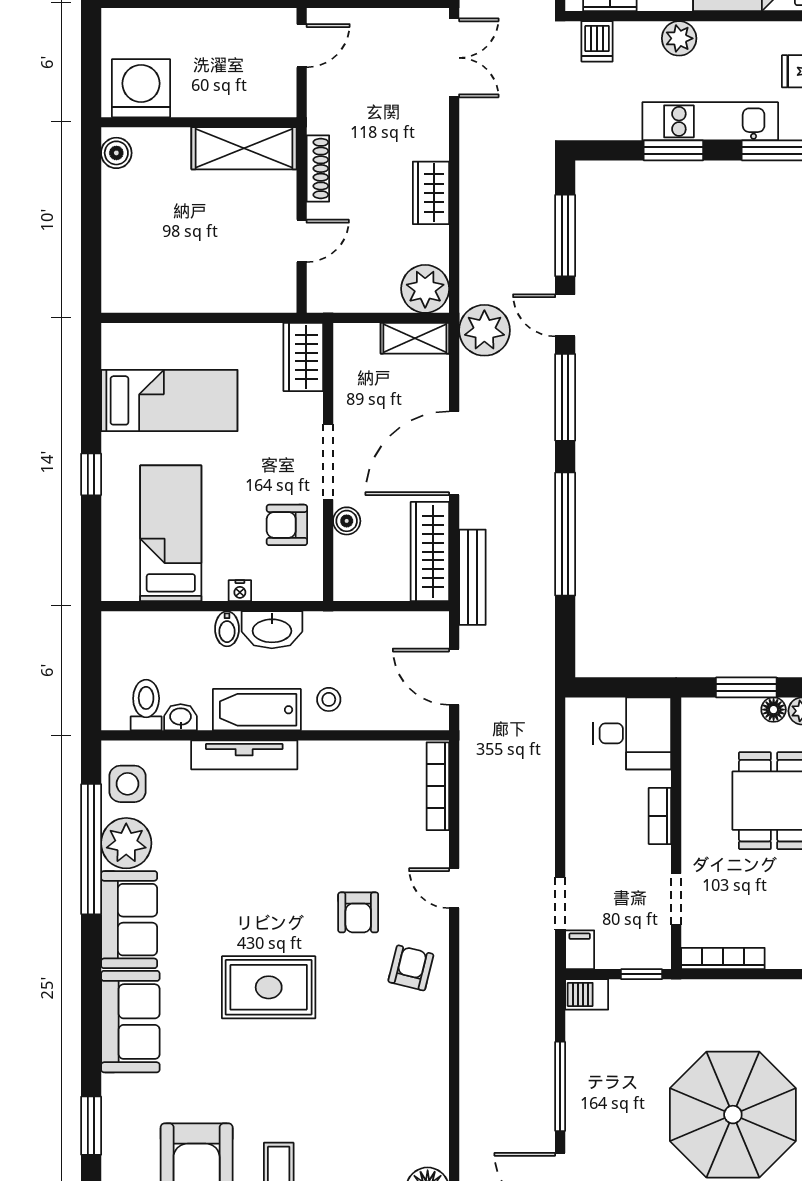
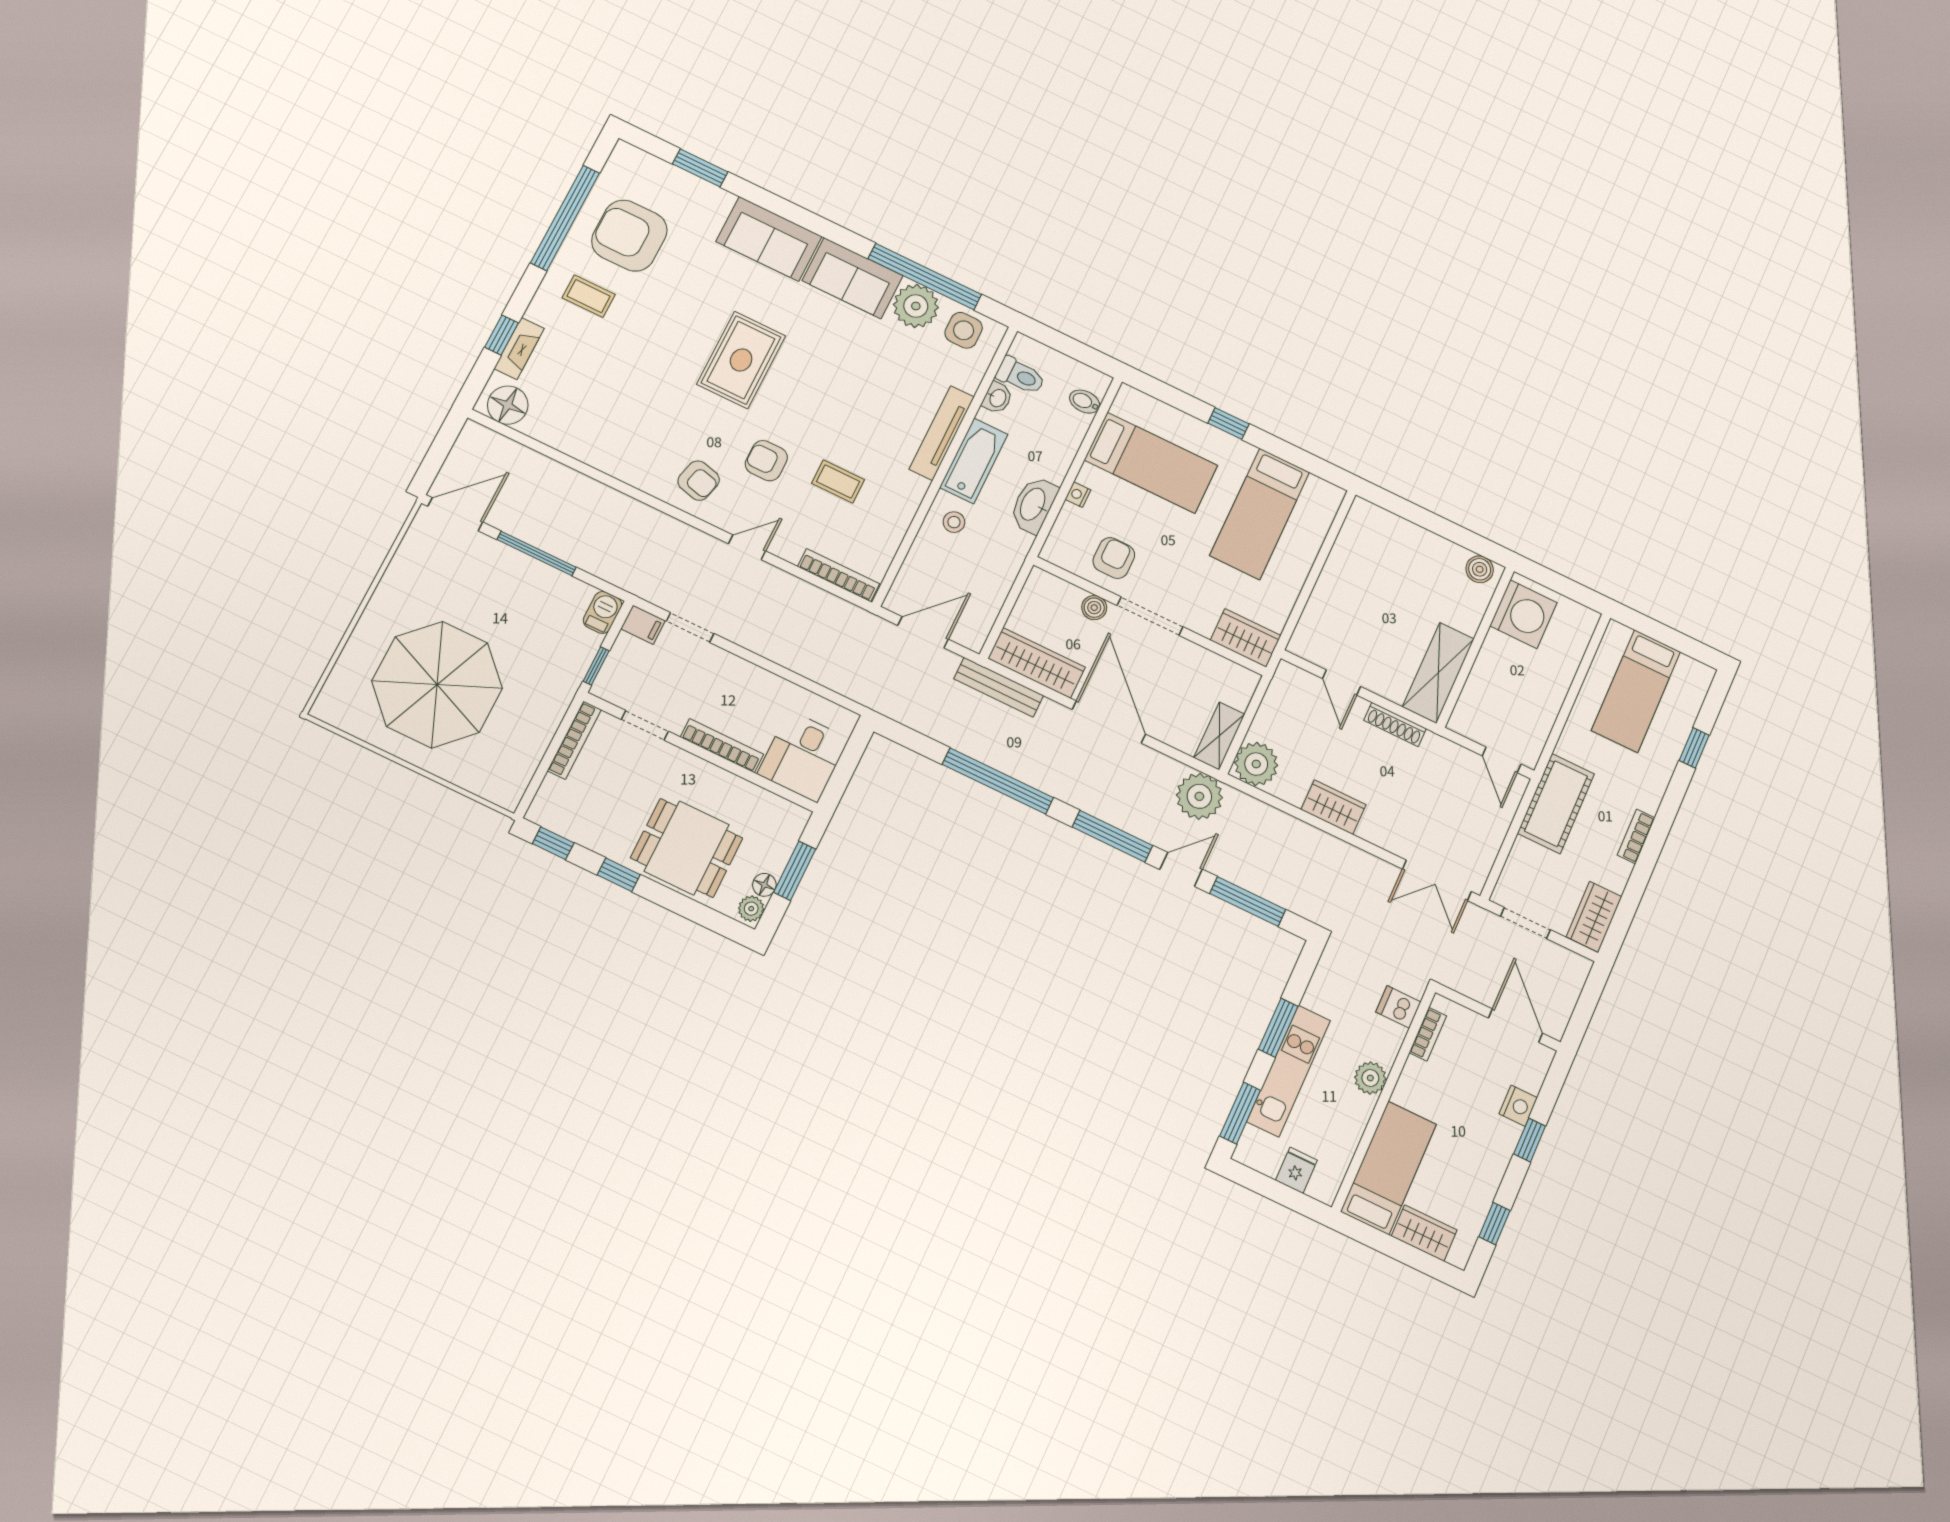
bidet: (227, 629) -> (1085, 402), moved
bookcase: (660, 816) -> (722, 746), width x1.56
coffee table: (344, 832) -> (838, 482), added

